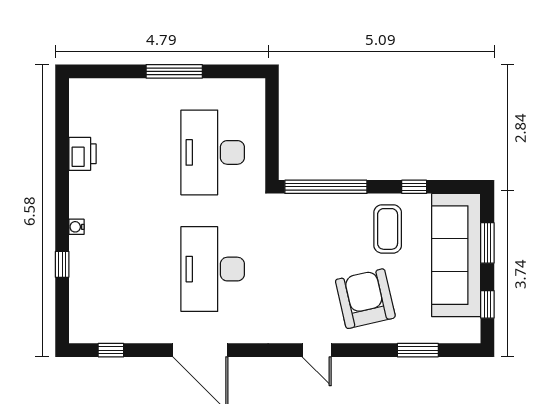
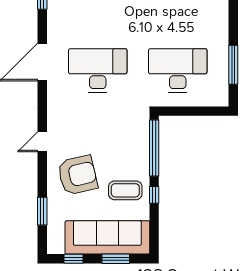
window: (174, 71) -> (233, 65), moved
window: (414, 187) -> (154, 195), moved

